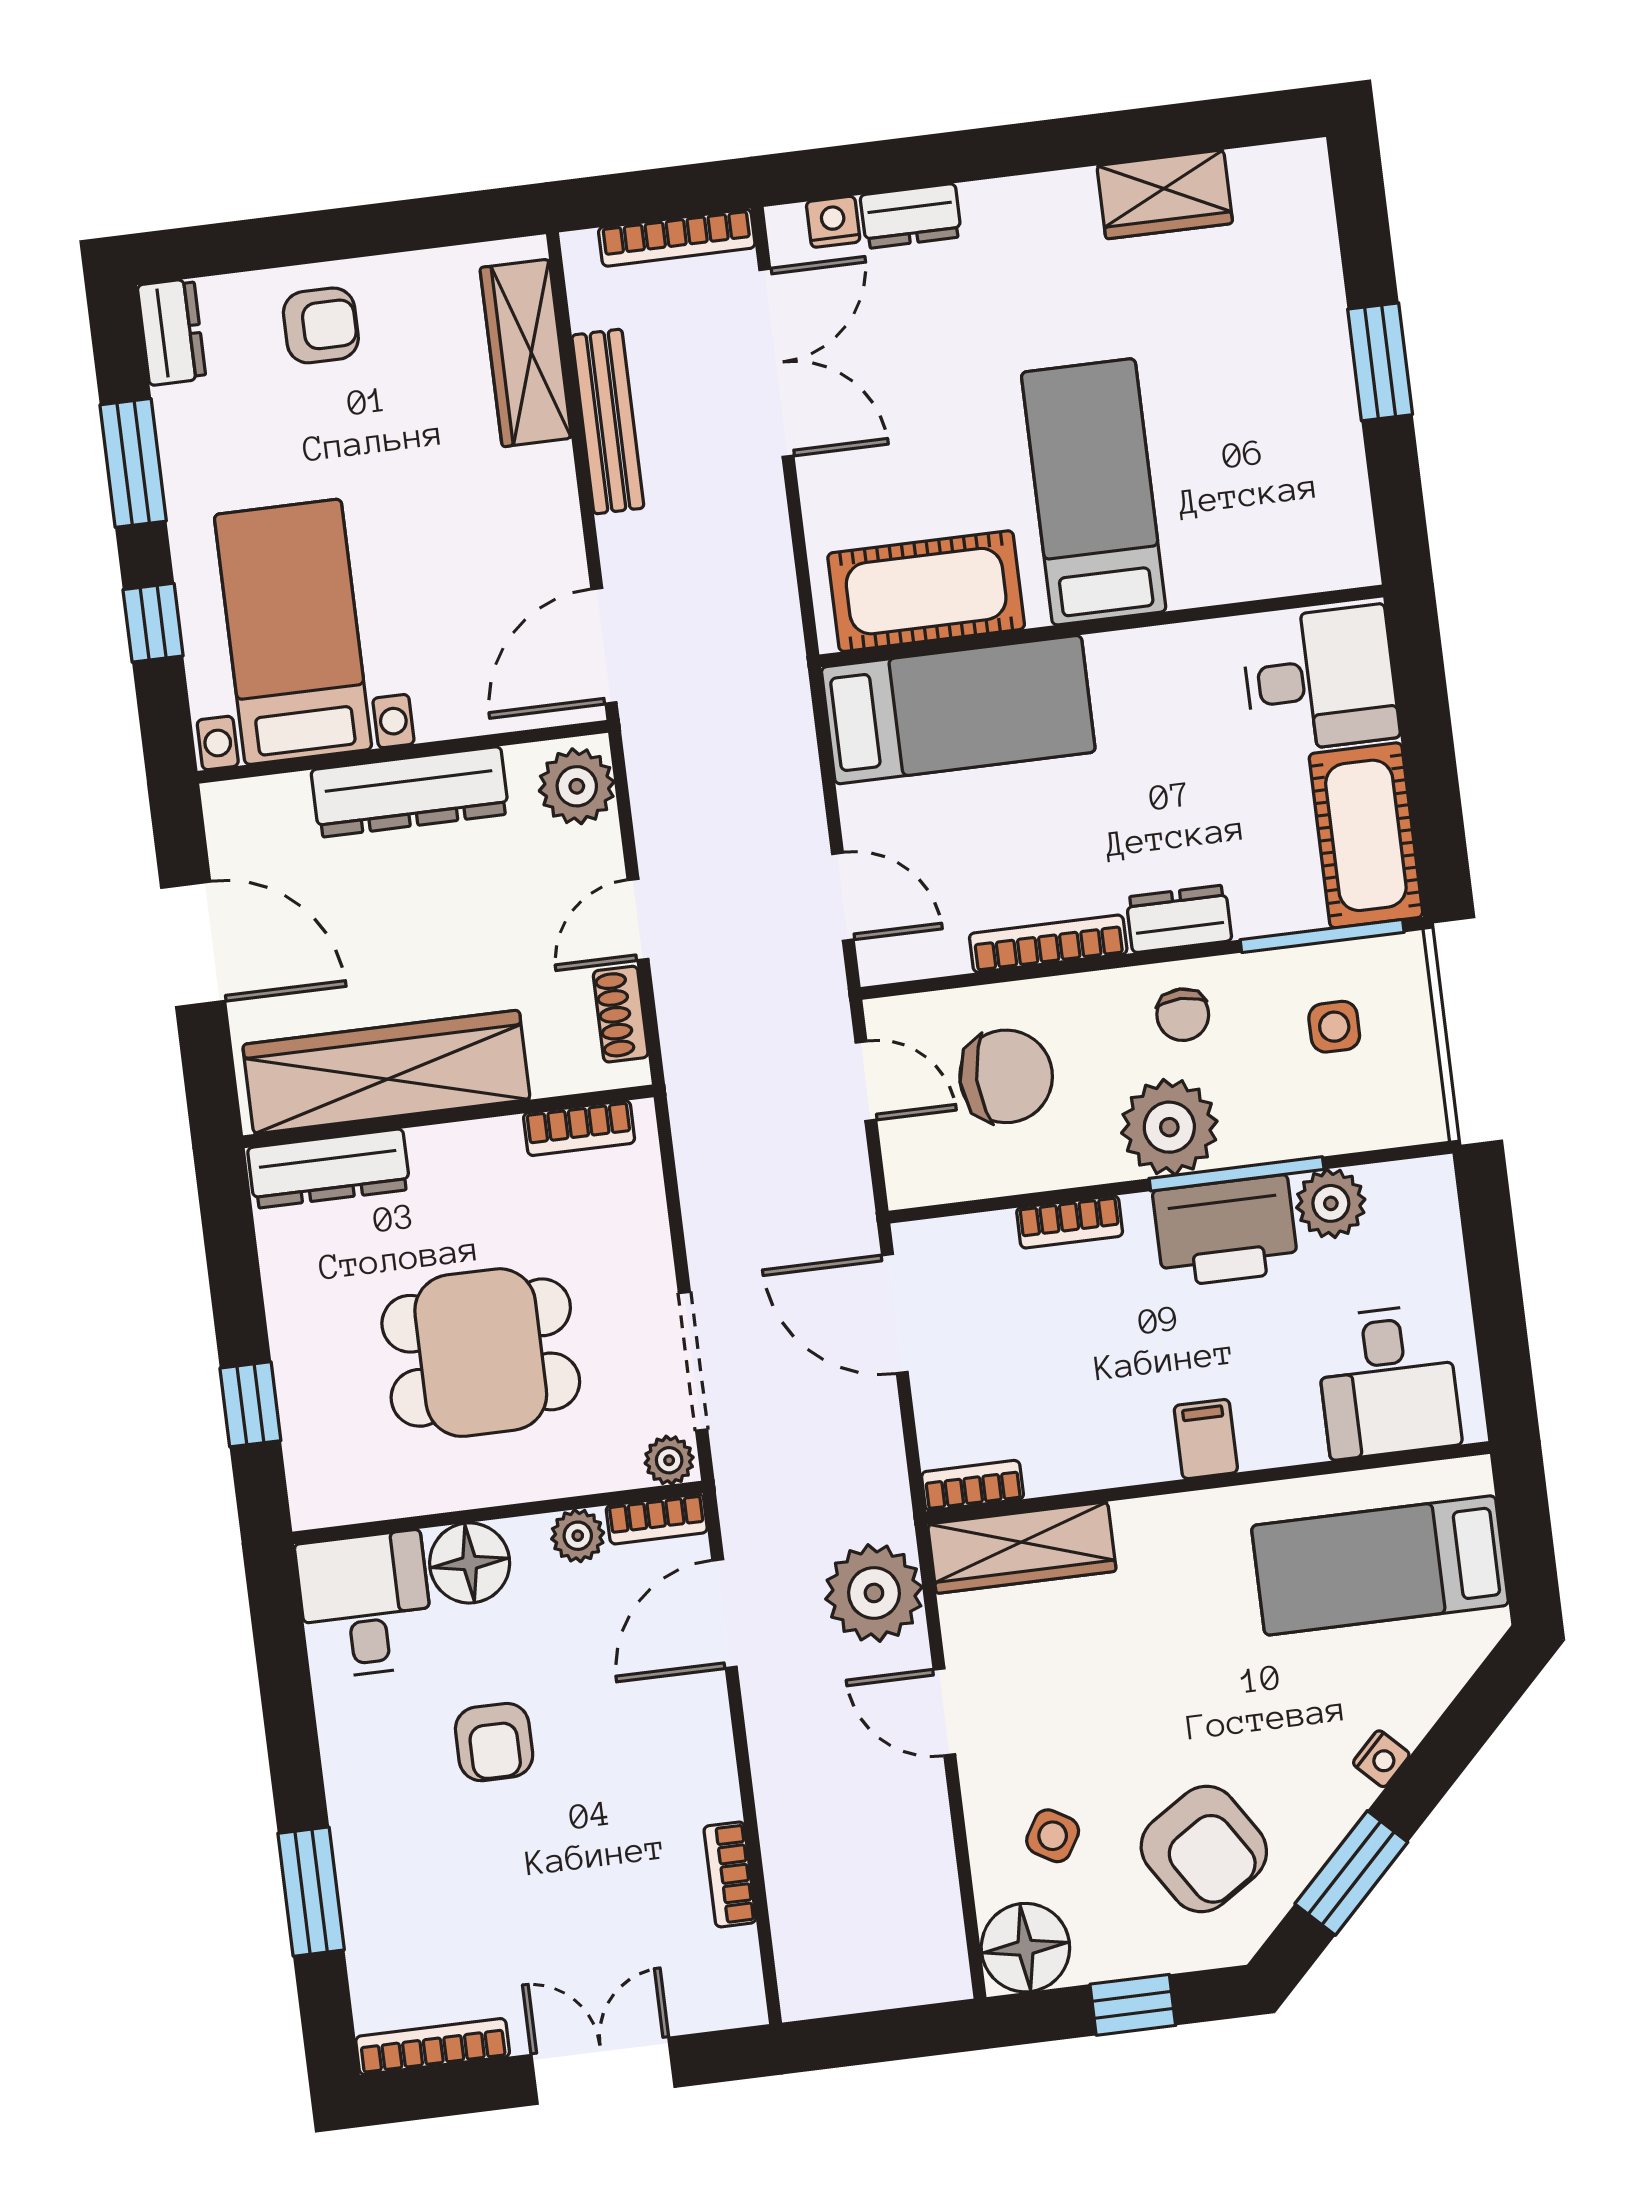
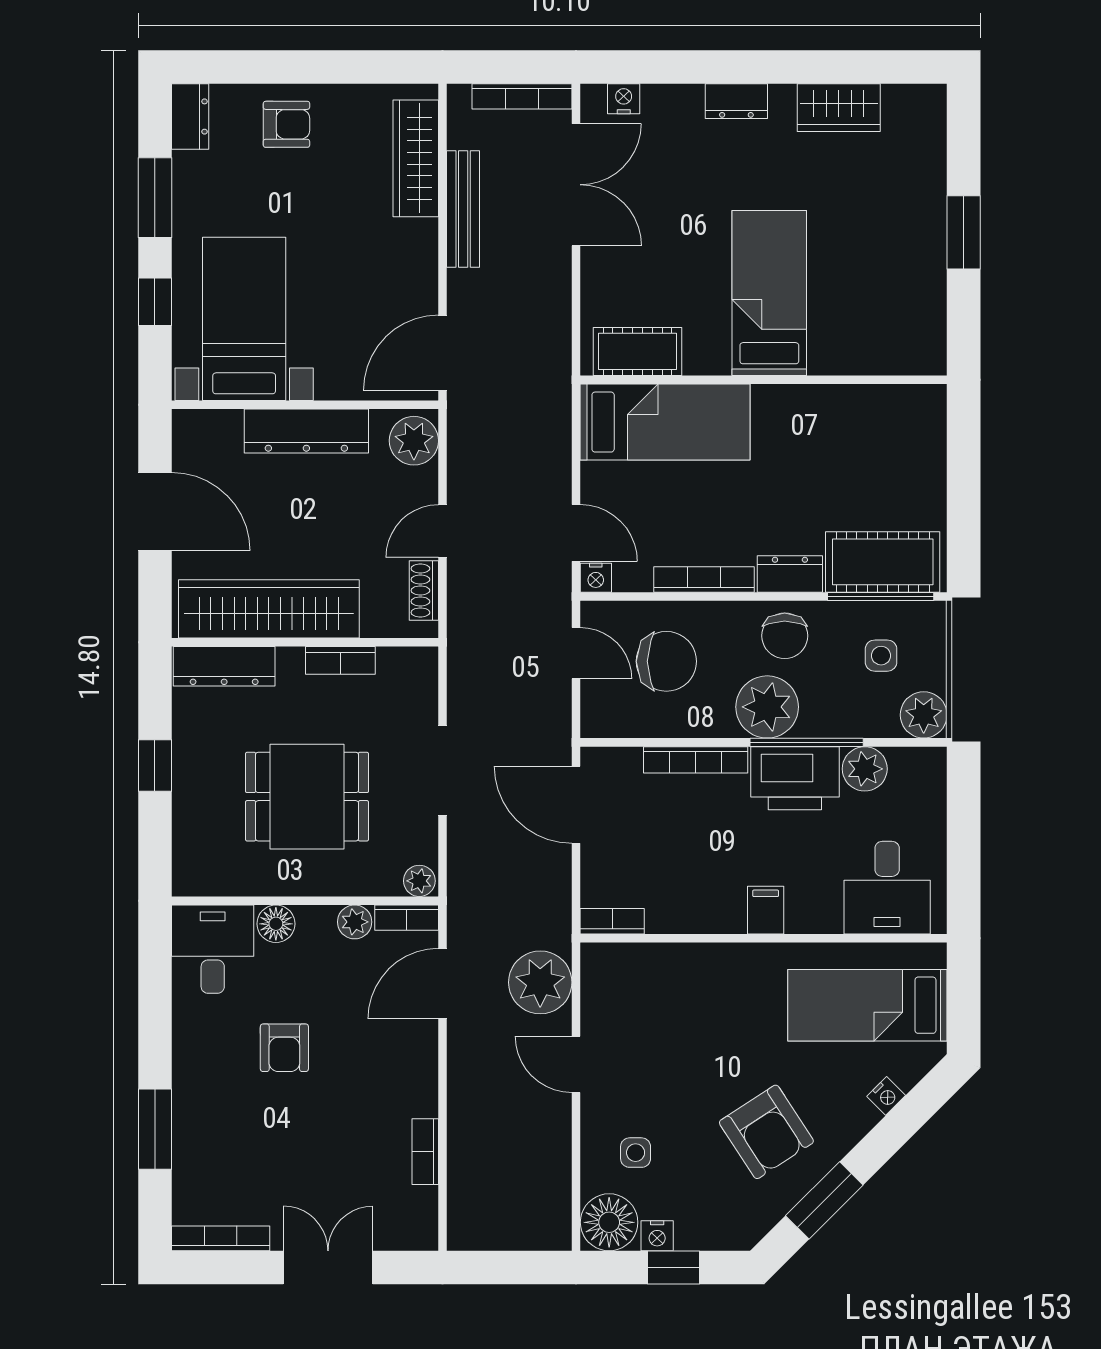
dresser: (911, 216) -> (736, 101), moved
cot: (926, 591) -> (638, 351), width x0.73, depth x0.75
desk: (1320, 679) -> (900, 431), removed
cot: (1366, 835) -> (883, 562), moved, turned 90
nightstand: (882, 962) -> (596, 578), added
chair: (1183, 1015) -> (785, 636), width x1.37, depth x1.37
plant: (1411, 1109) -> (924, 715), added
bookcase: (579, 1128) -> (340, 660), moved
bookcase: (1070, 1222) -> (696, 760), width x1.56
doorway: (693, 1361) -> (443, 771), moved
window: (250, 1404) -> (155, 766), moved
wardrobe: (1022, 1548) -> (639, 965), removed
floor lamp: (470, 1563) -> (276, 924), width x0.73, depth x0.73
nightstand: (1381, 1759) -> (886, 1096), moved
side table: (1053, 1836) -> (636, 1153), turned -31
armchair: (1204, 1849) -> (766, 1132), moved
nightstand: (1102, 1959) -> (657, 1236), added

